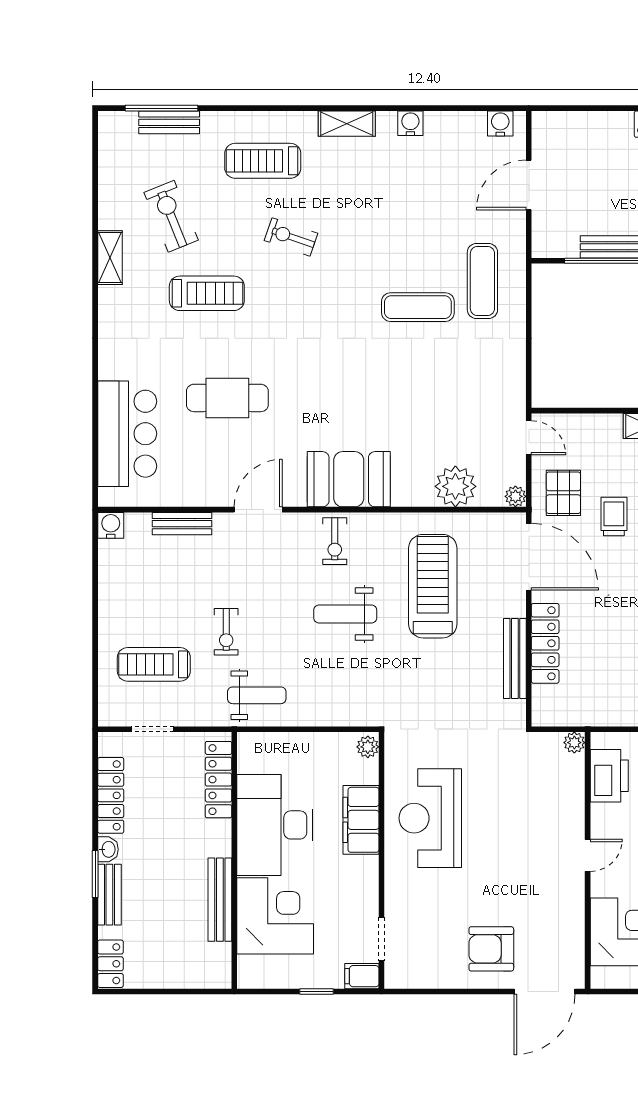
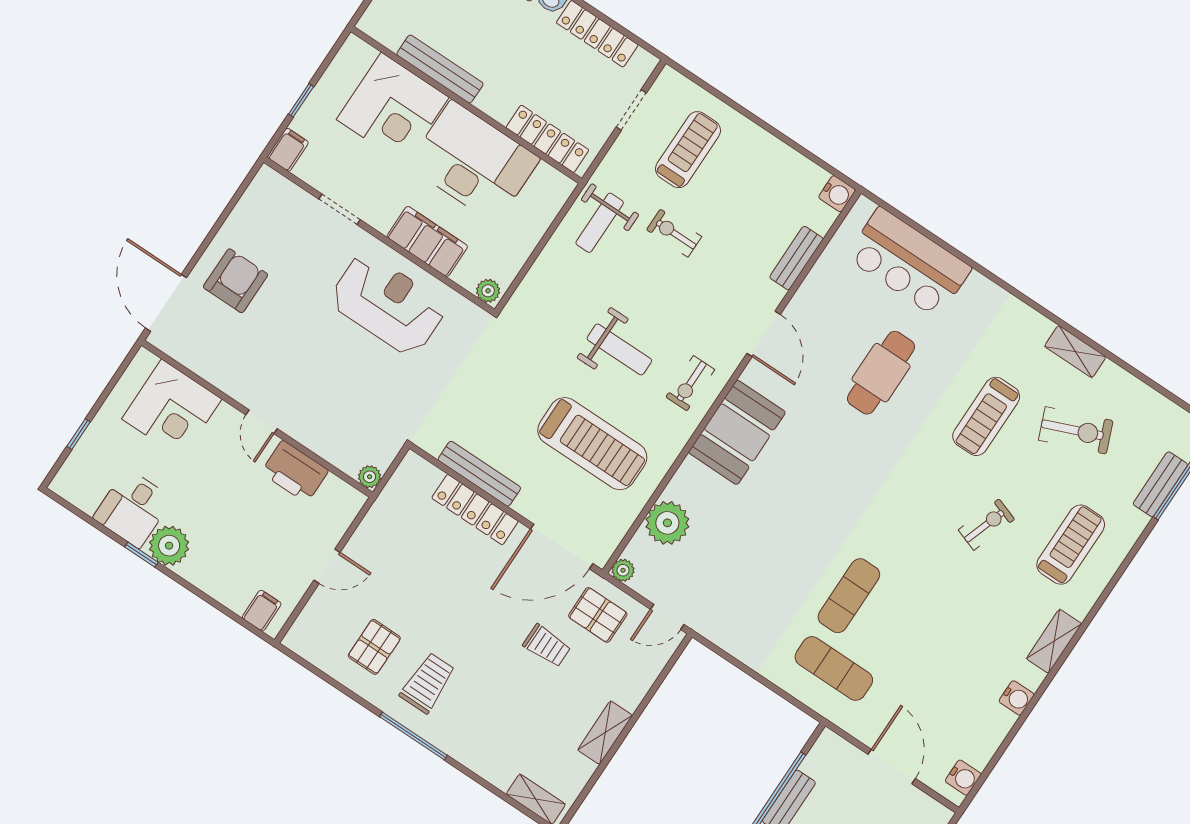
exercise bike: (335, 541) -> (690, 383), turned -90
weight bench: (345, 614) -> (619, 349), turned 90
printer: (609, 776) -> (295, 472), moved
doorway: (382, 939) -> (339, 209), moved

